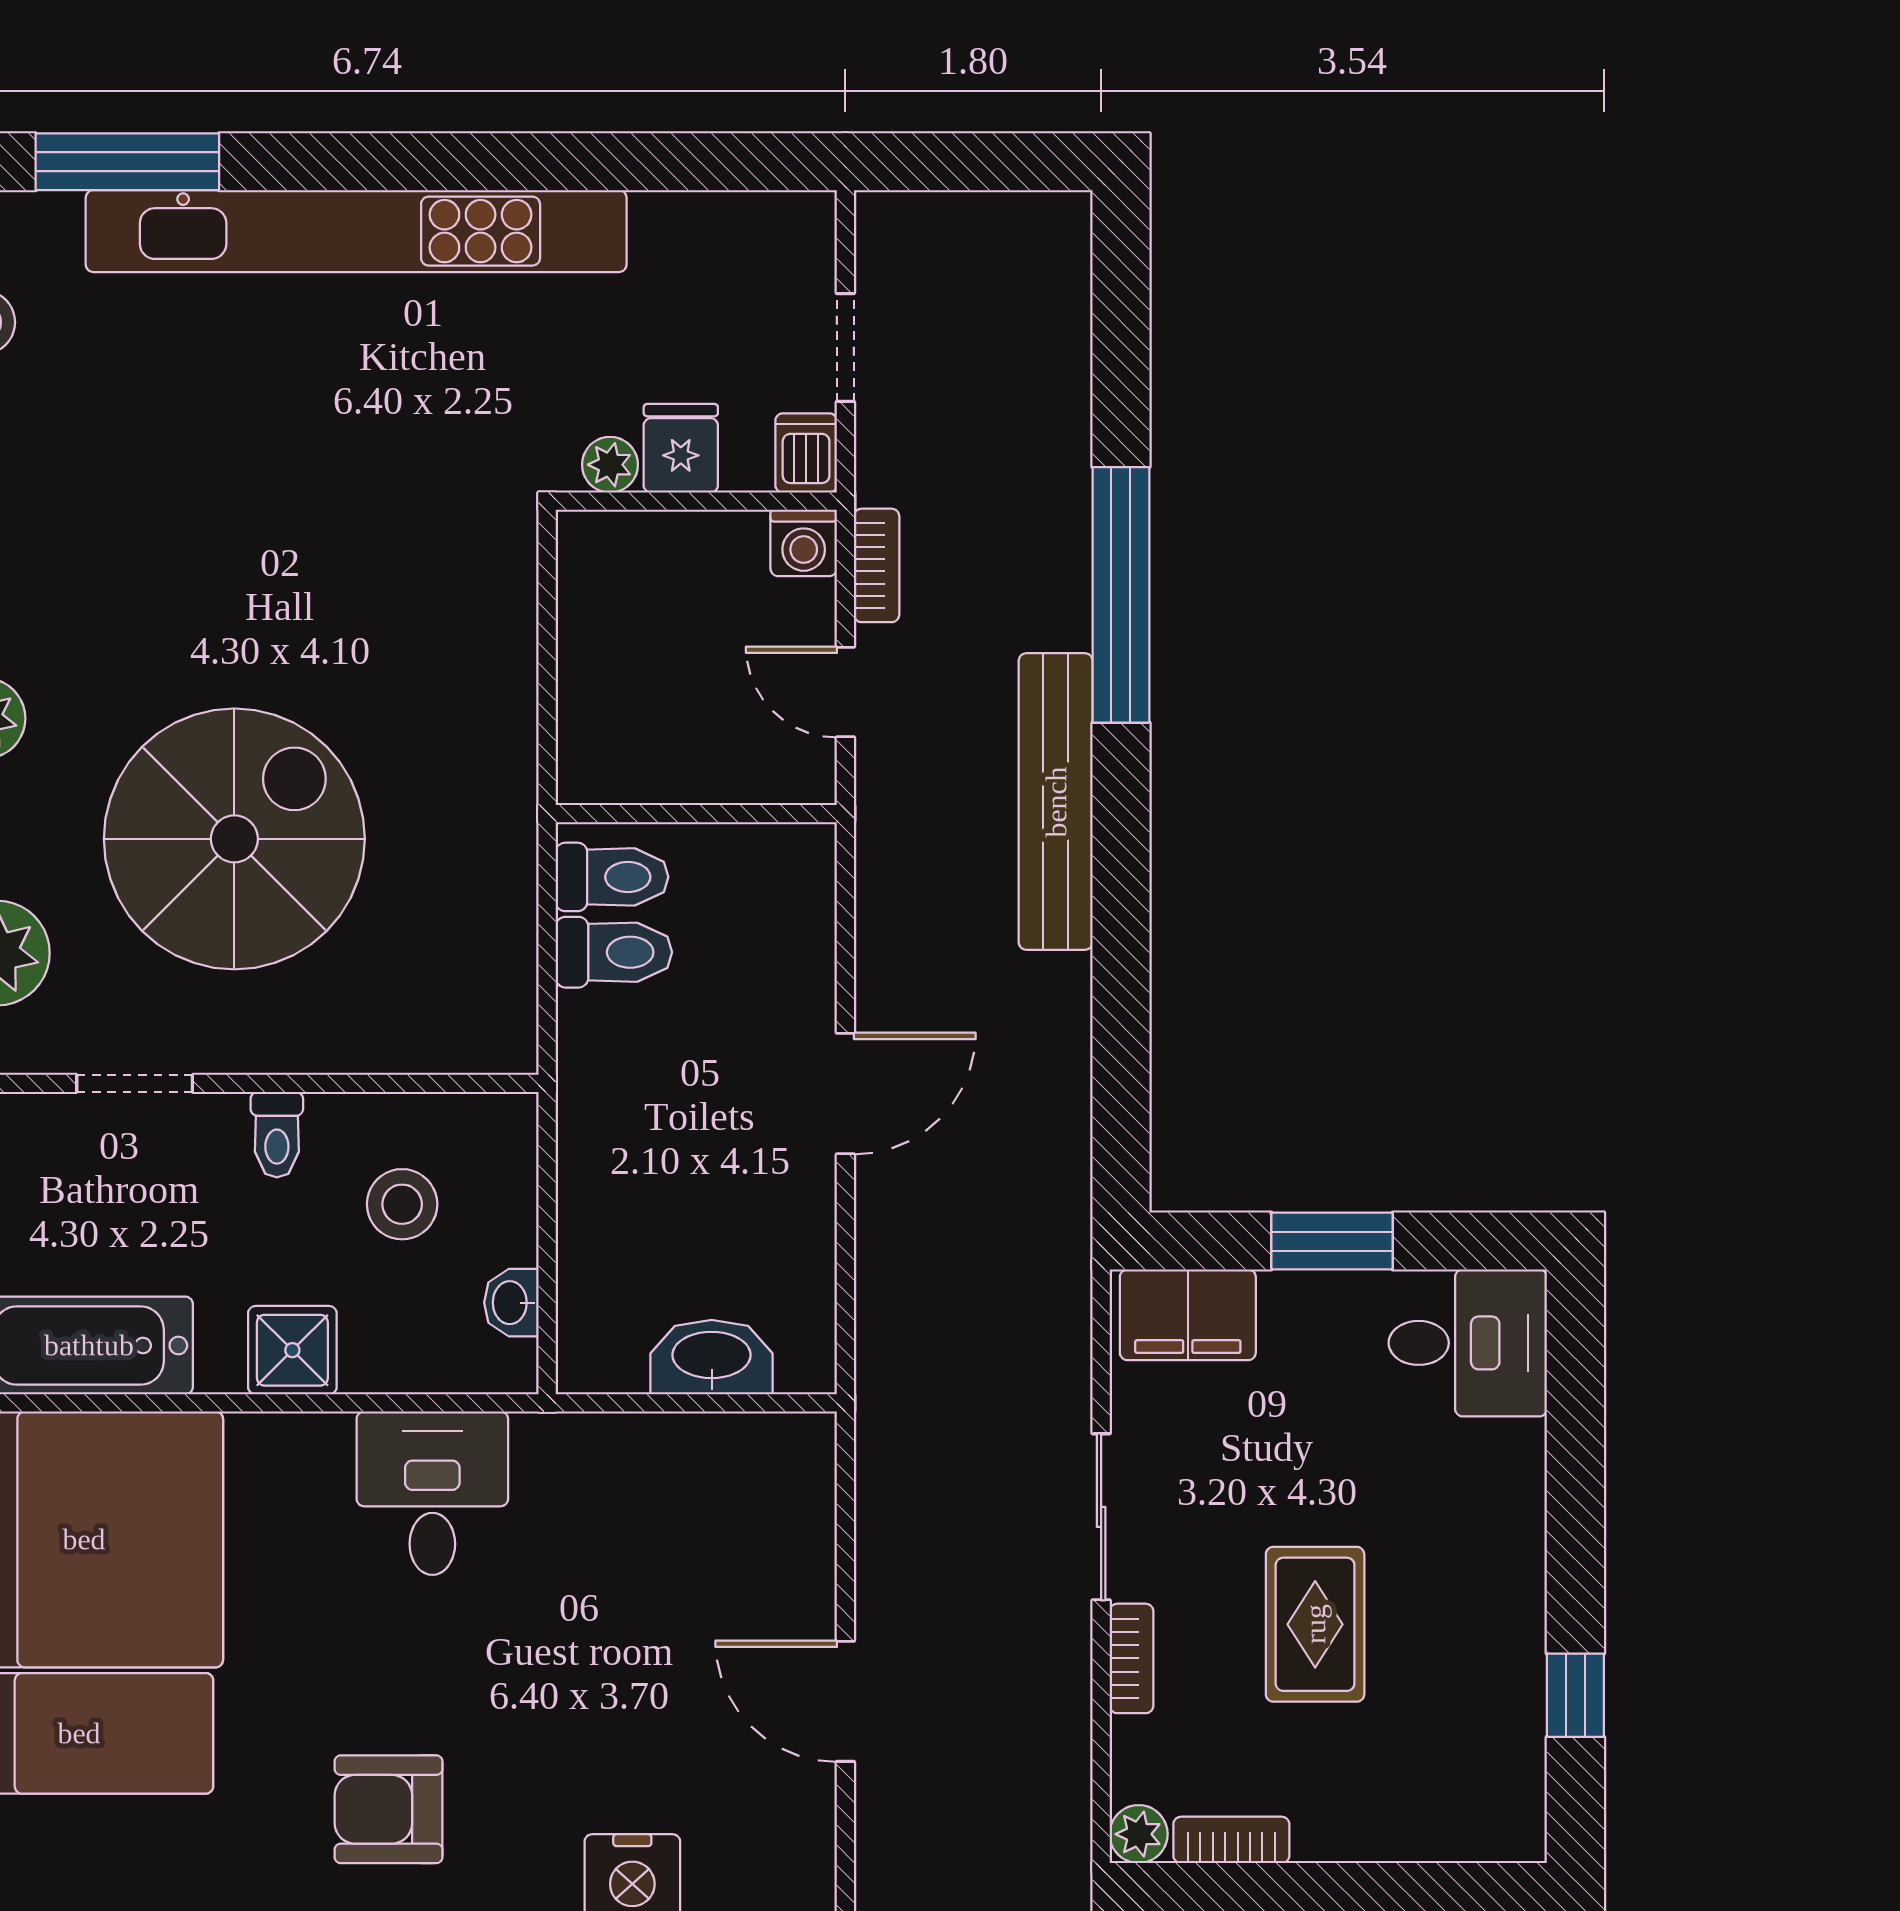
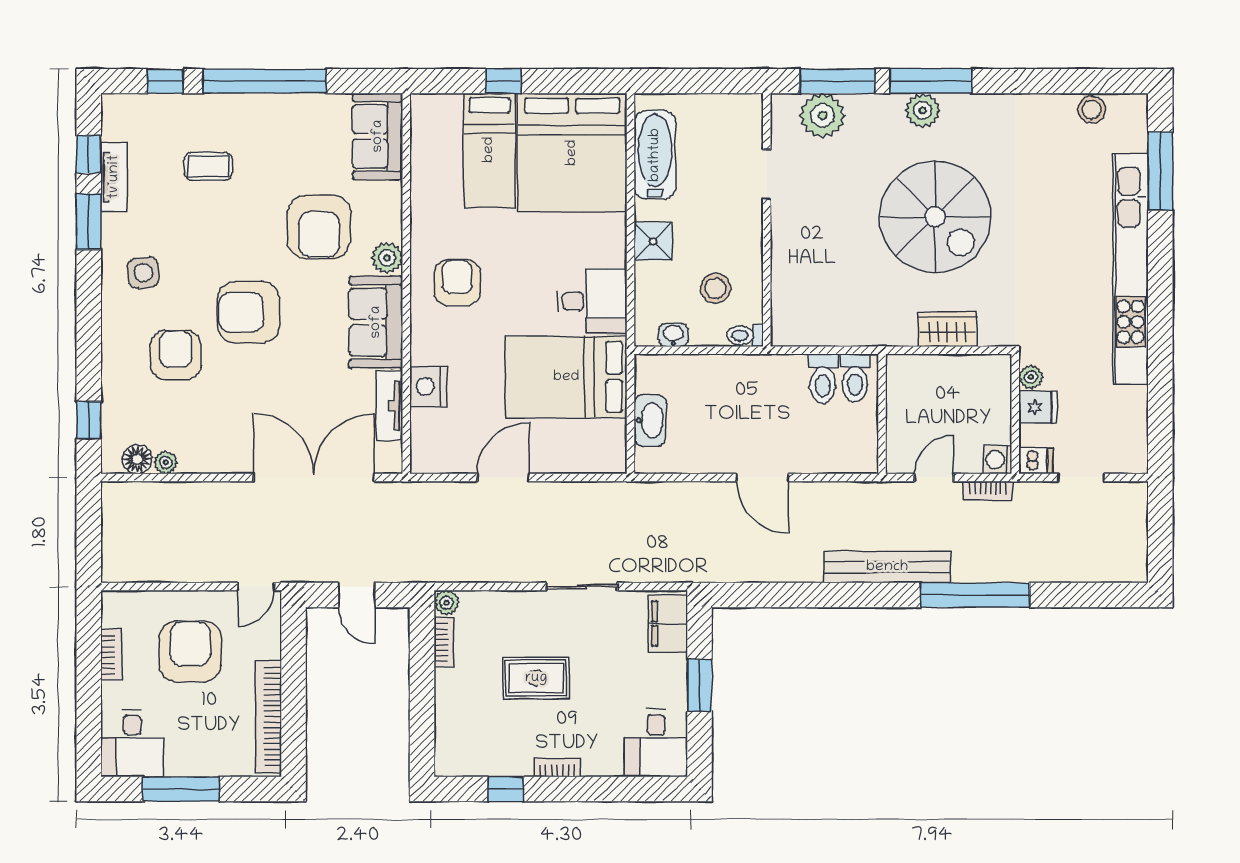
wardrobe: (498, 660) -> (948, 329), added
spiral stairs: (234, 839) -> (935, 217), moved
toilet: (277, 1135) -> (745, 335), moved
bed: (610, 1554) -> (566, 377), added
bookcase: (1131, 1658) -> (557, 768), moved, turned 180

